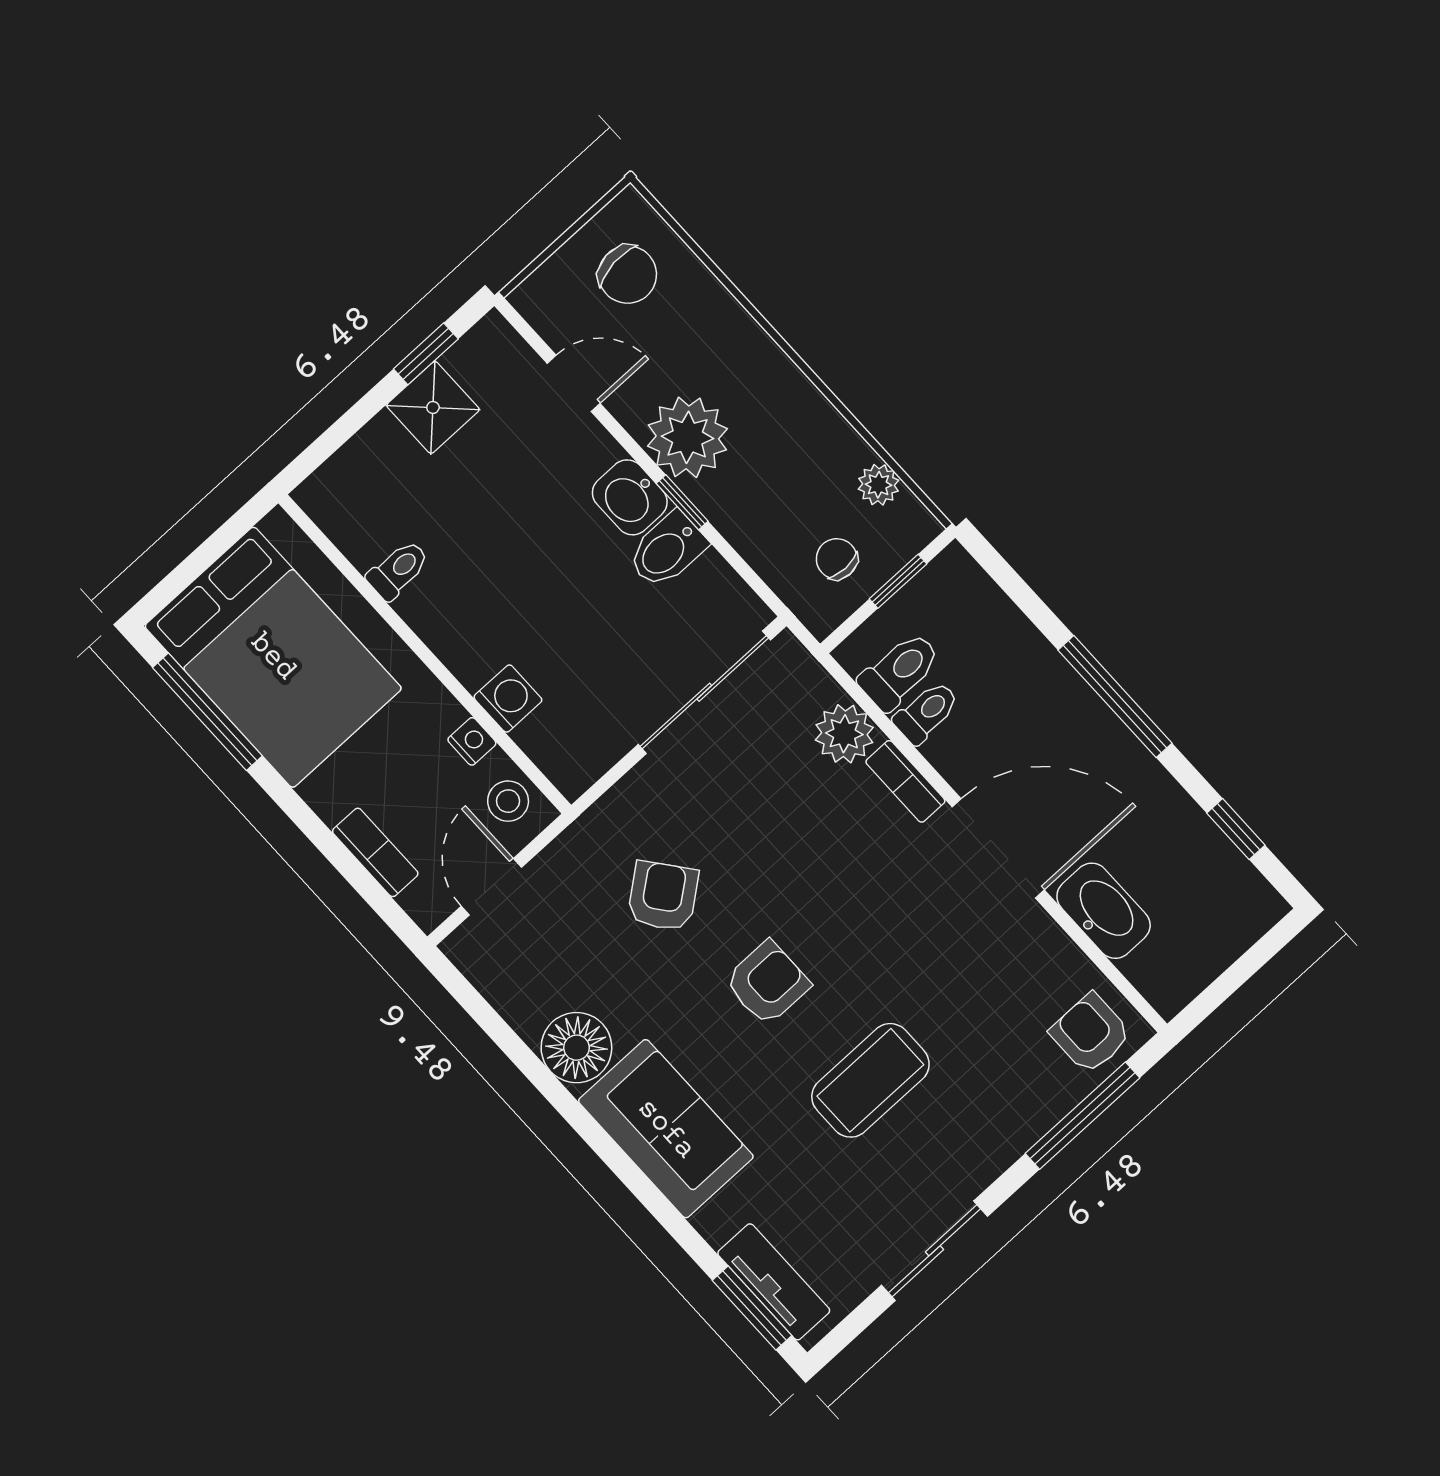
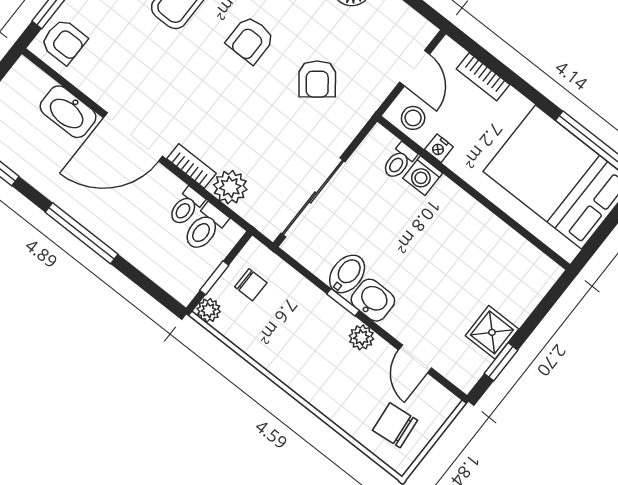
door: (574, 383) -> (415, 359), hinge flipped
plant: (687, 437) -> (361, 337), width x0.53, depth x0.53
plant: (878, 485) -> (209, 310), moved
toilet: (398, 570) -> (399, 161), moved

